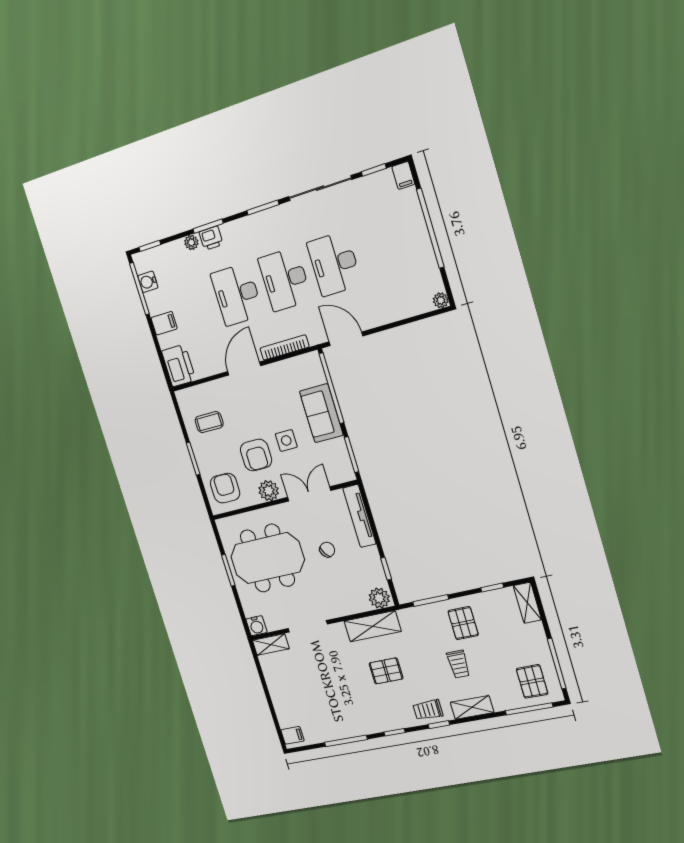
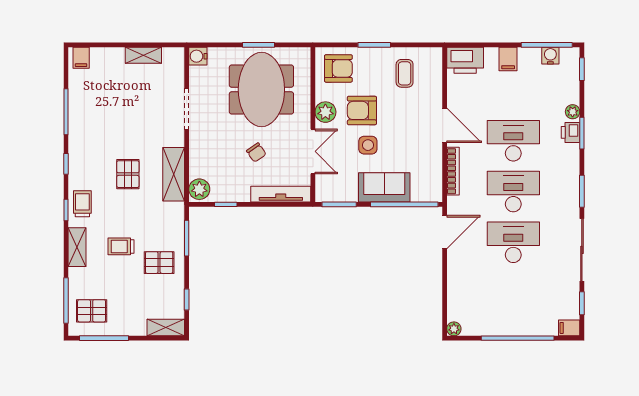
shelving: (271, 645) -> (143, 55), moved, turned 90

